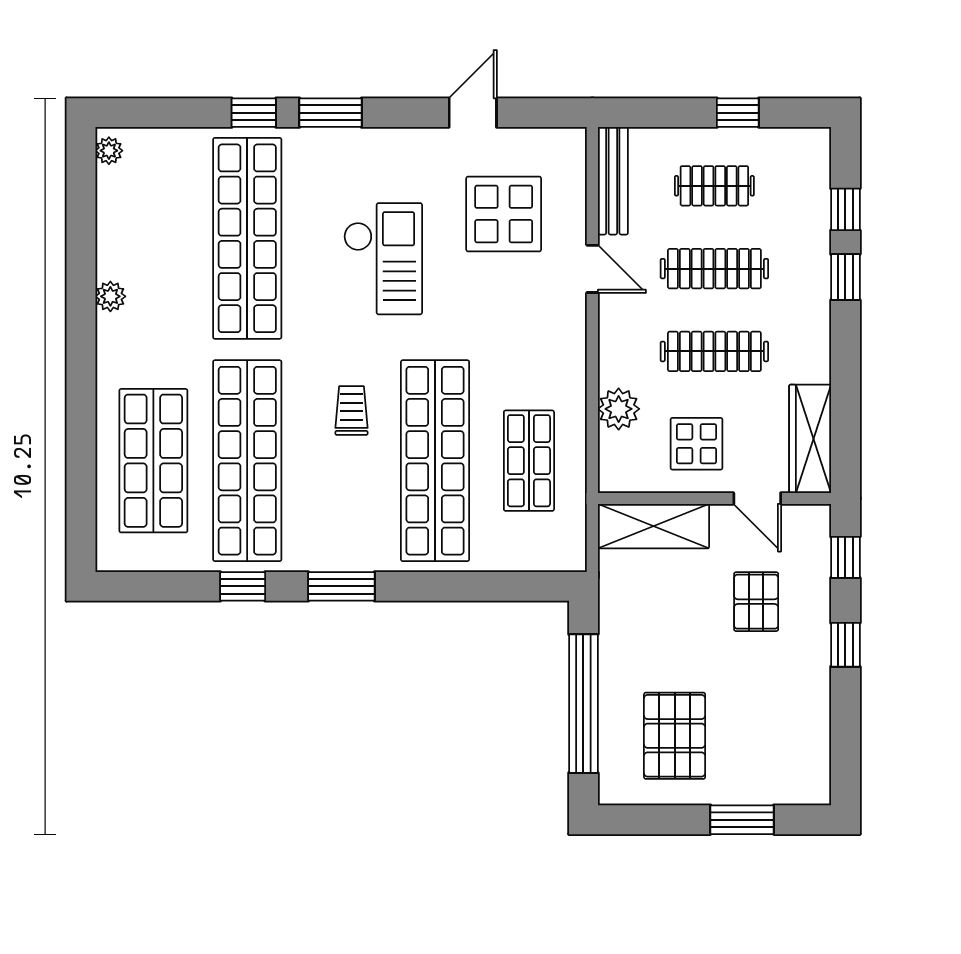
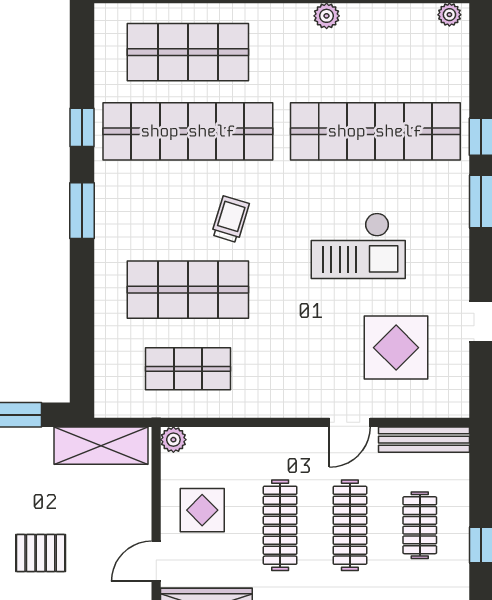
plant: (619, 409) -> (173, 440), moved, width x0.73, depth x0.73
trolley: (351, 410) -> (230, 219), turned -73
shop shelf: (435, 461) -> (188, 290), width x0.71
shelving: (653, 526) -> (101, 446), moved, turned 90
pallet: (756, 602) -> (41, 553), moved

